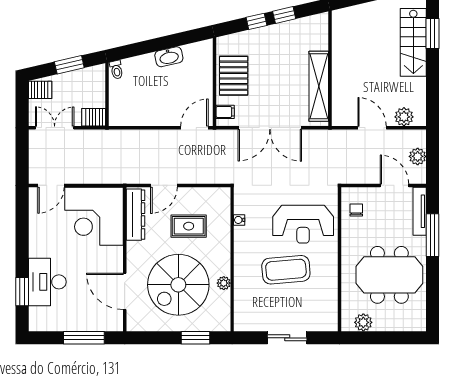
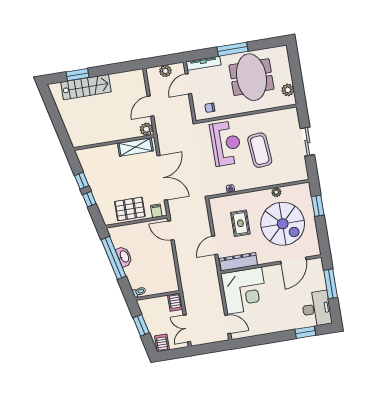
window: (169, 42) -> (113, 258), added
shelving: (319, 86) -> (135, 147), width x0.68
plant: (404, 117) -> (146, 129), moved
door: (164, 185) -> (215, 245), swing flipped
window: (433, 235) -> (233, 49), moved
desk: (47, 282) -> (317, 309), moved, turned -90

